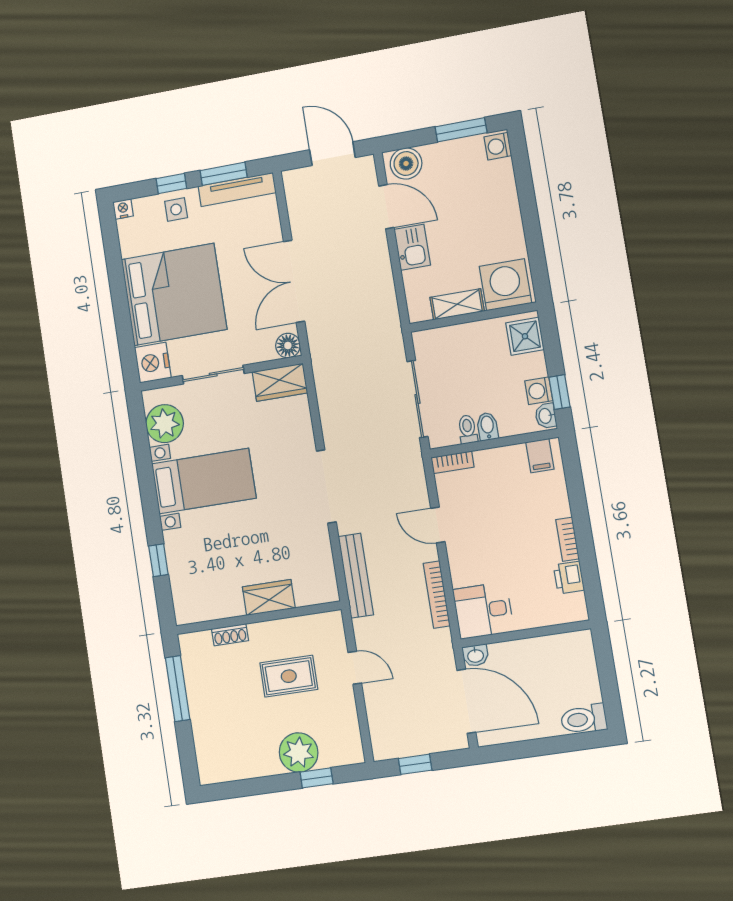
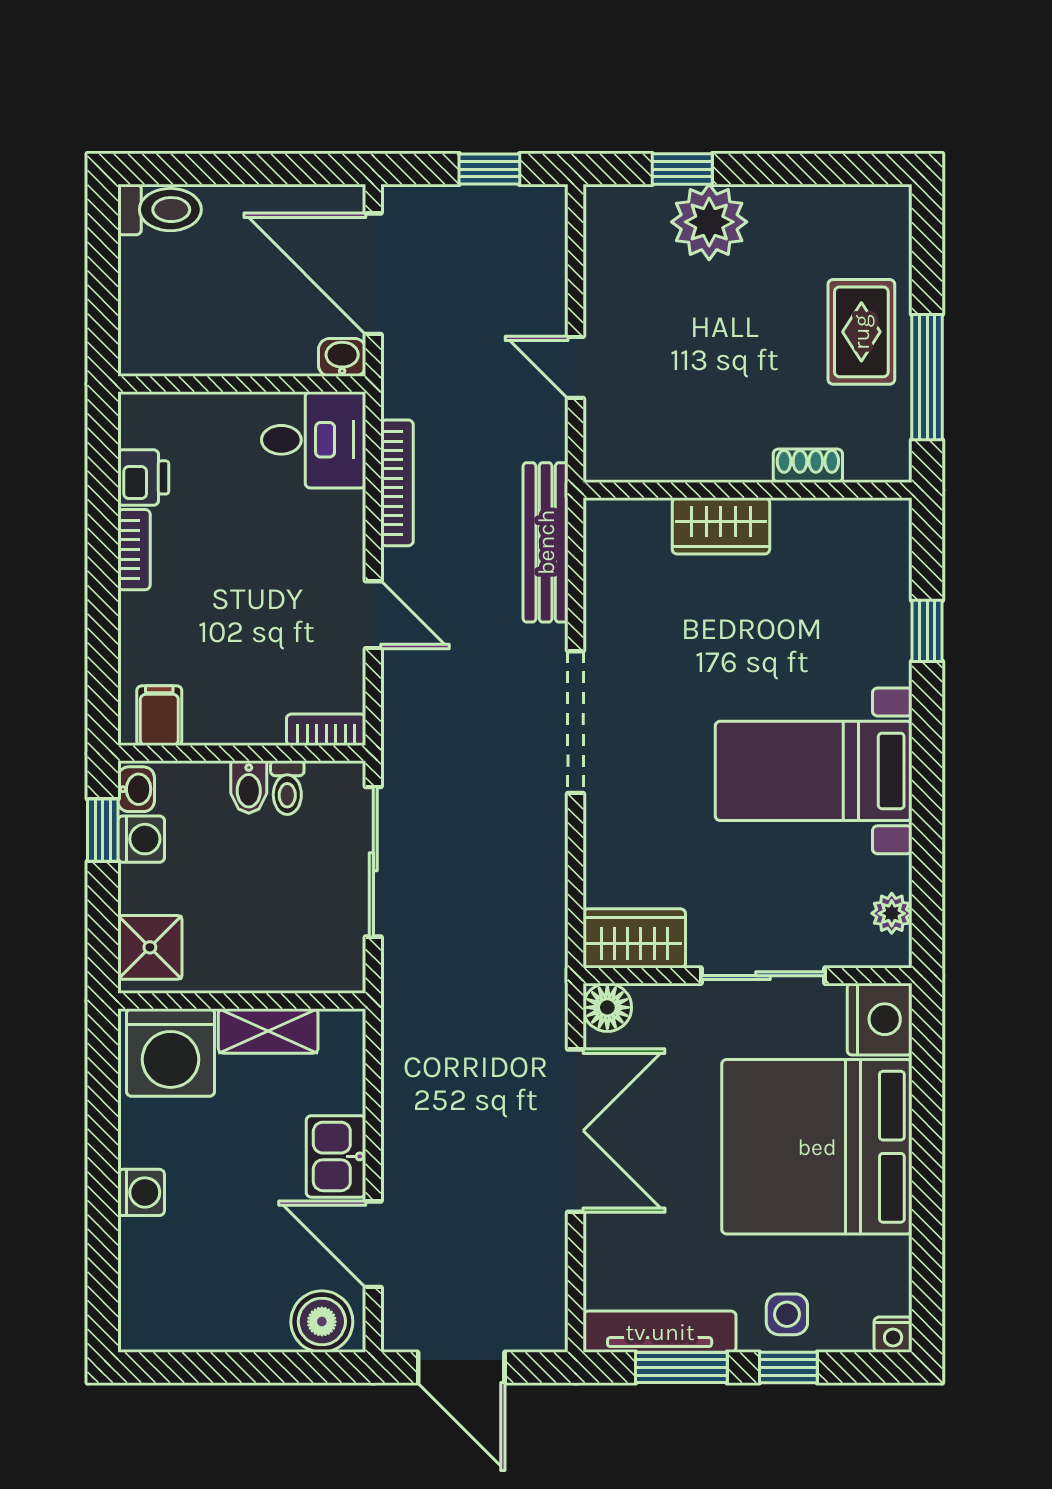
window: (461, 130) -> (206, 1368), removed
washing machine: (498, 146) -> (141, 1192), moved
plant: (165, 424) -> (892, 913), width x0.53, depth x0.53
rug: (289, 676) -> (861, 332), moved, turned 90

